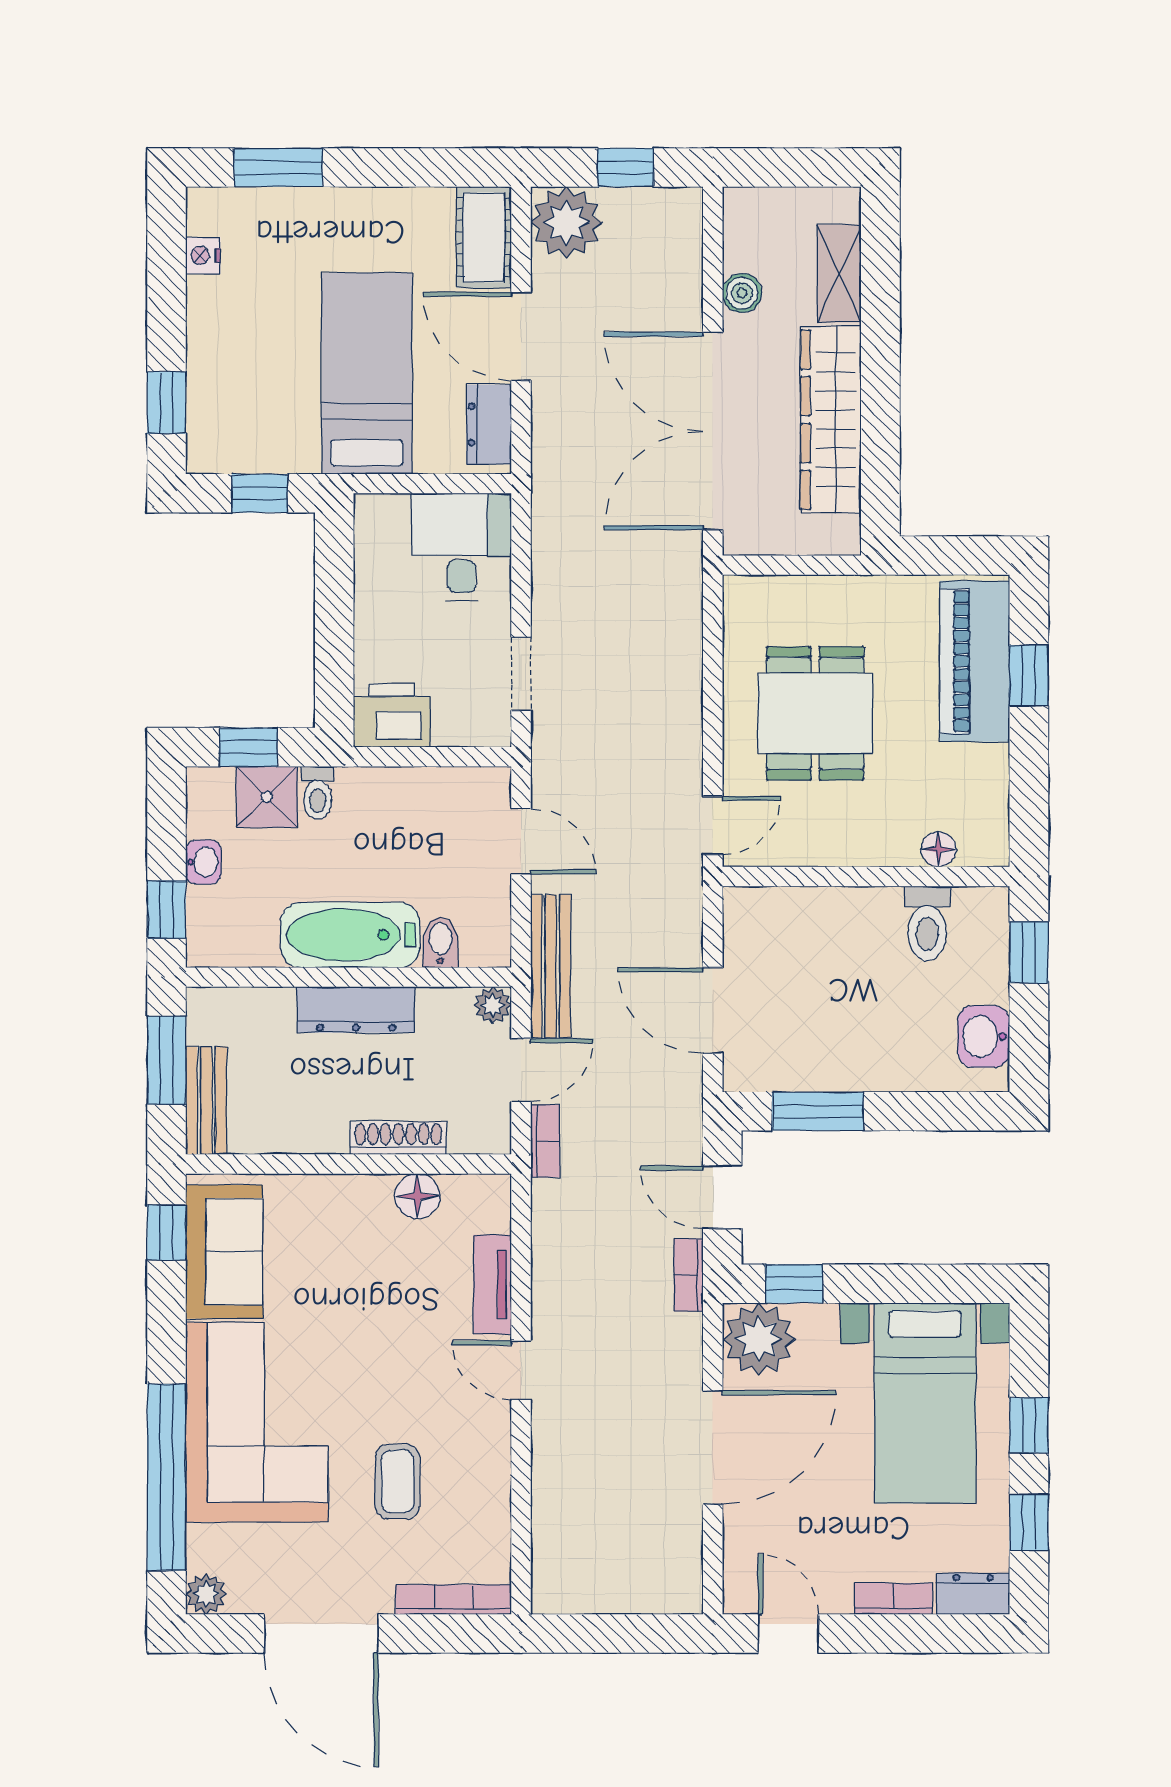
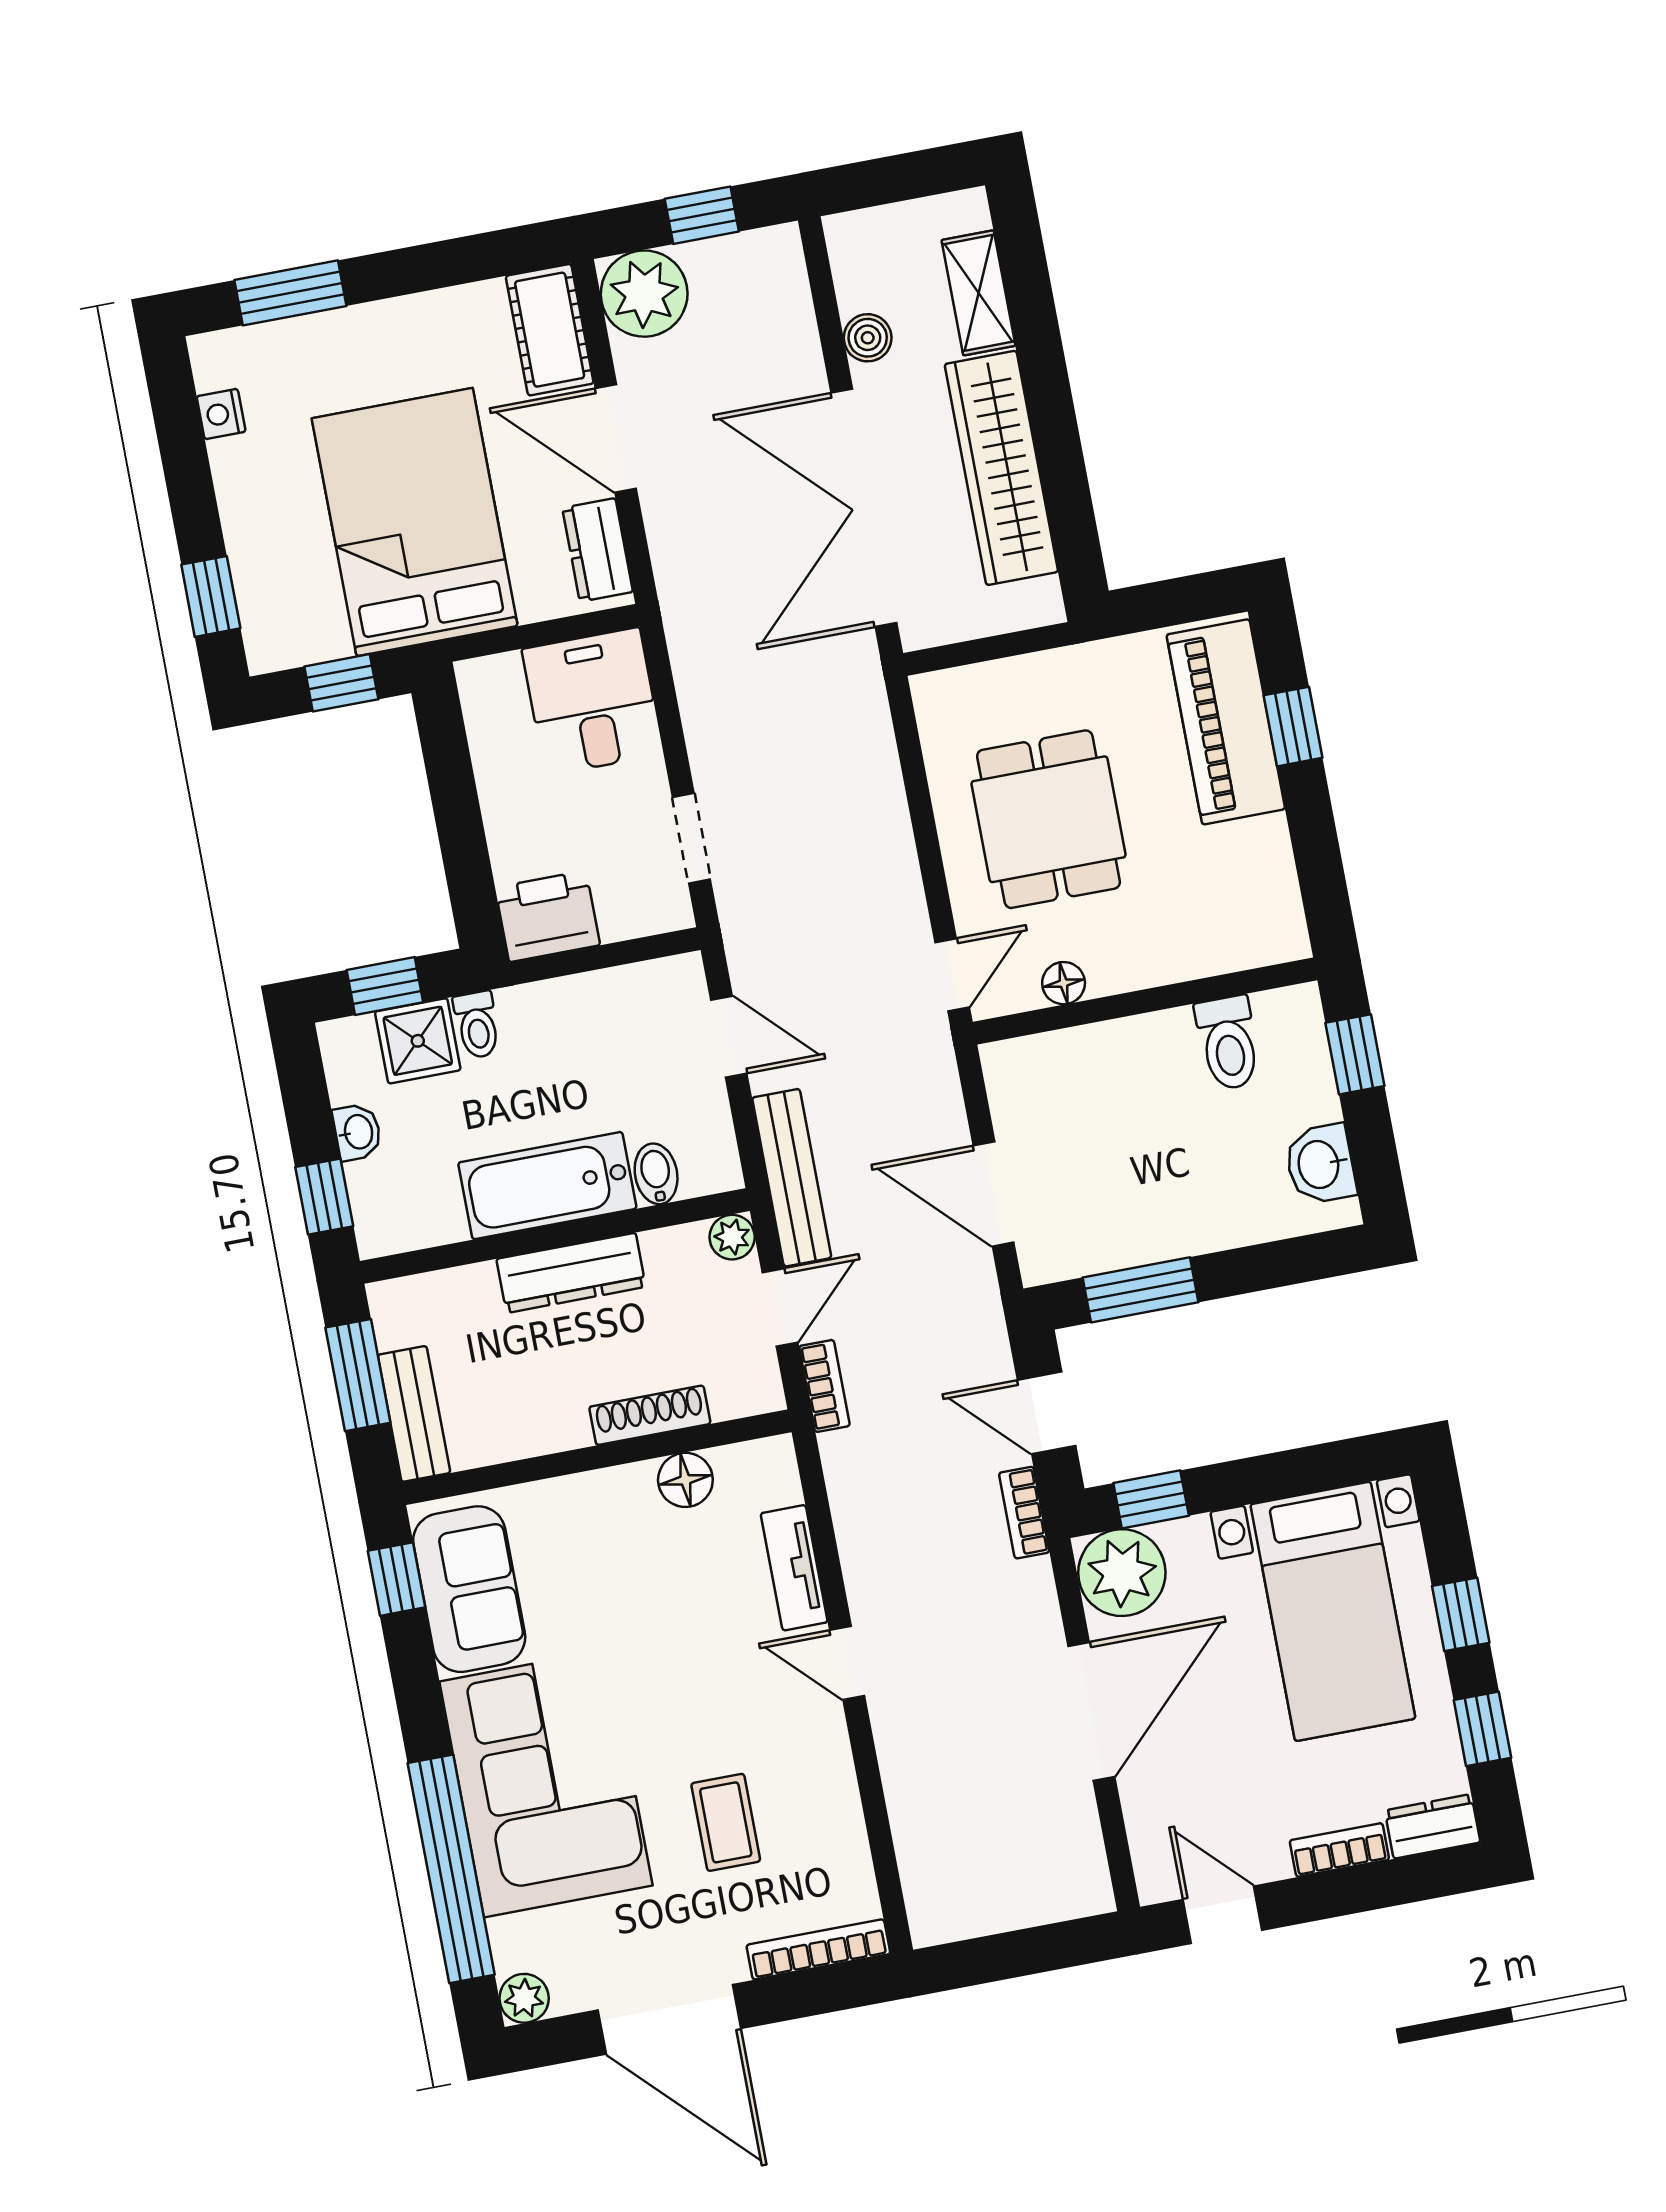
bed: (367, 373) -> (415, 522), width x1.50
floor lamp: (939, 849) -> (1064, 983), moved

